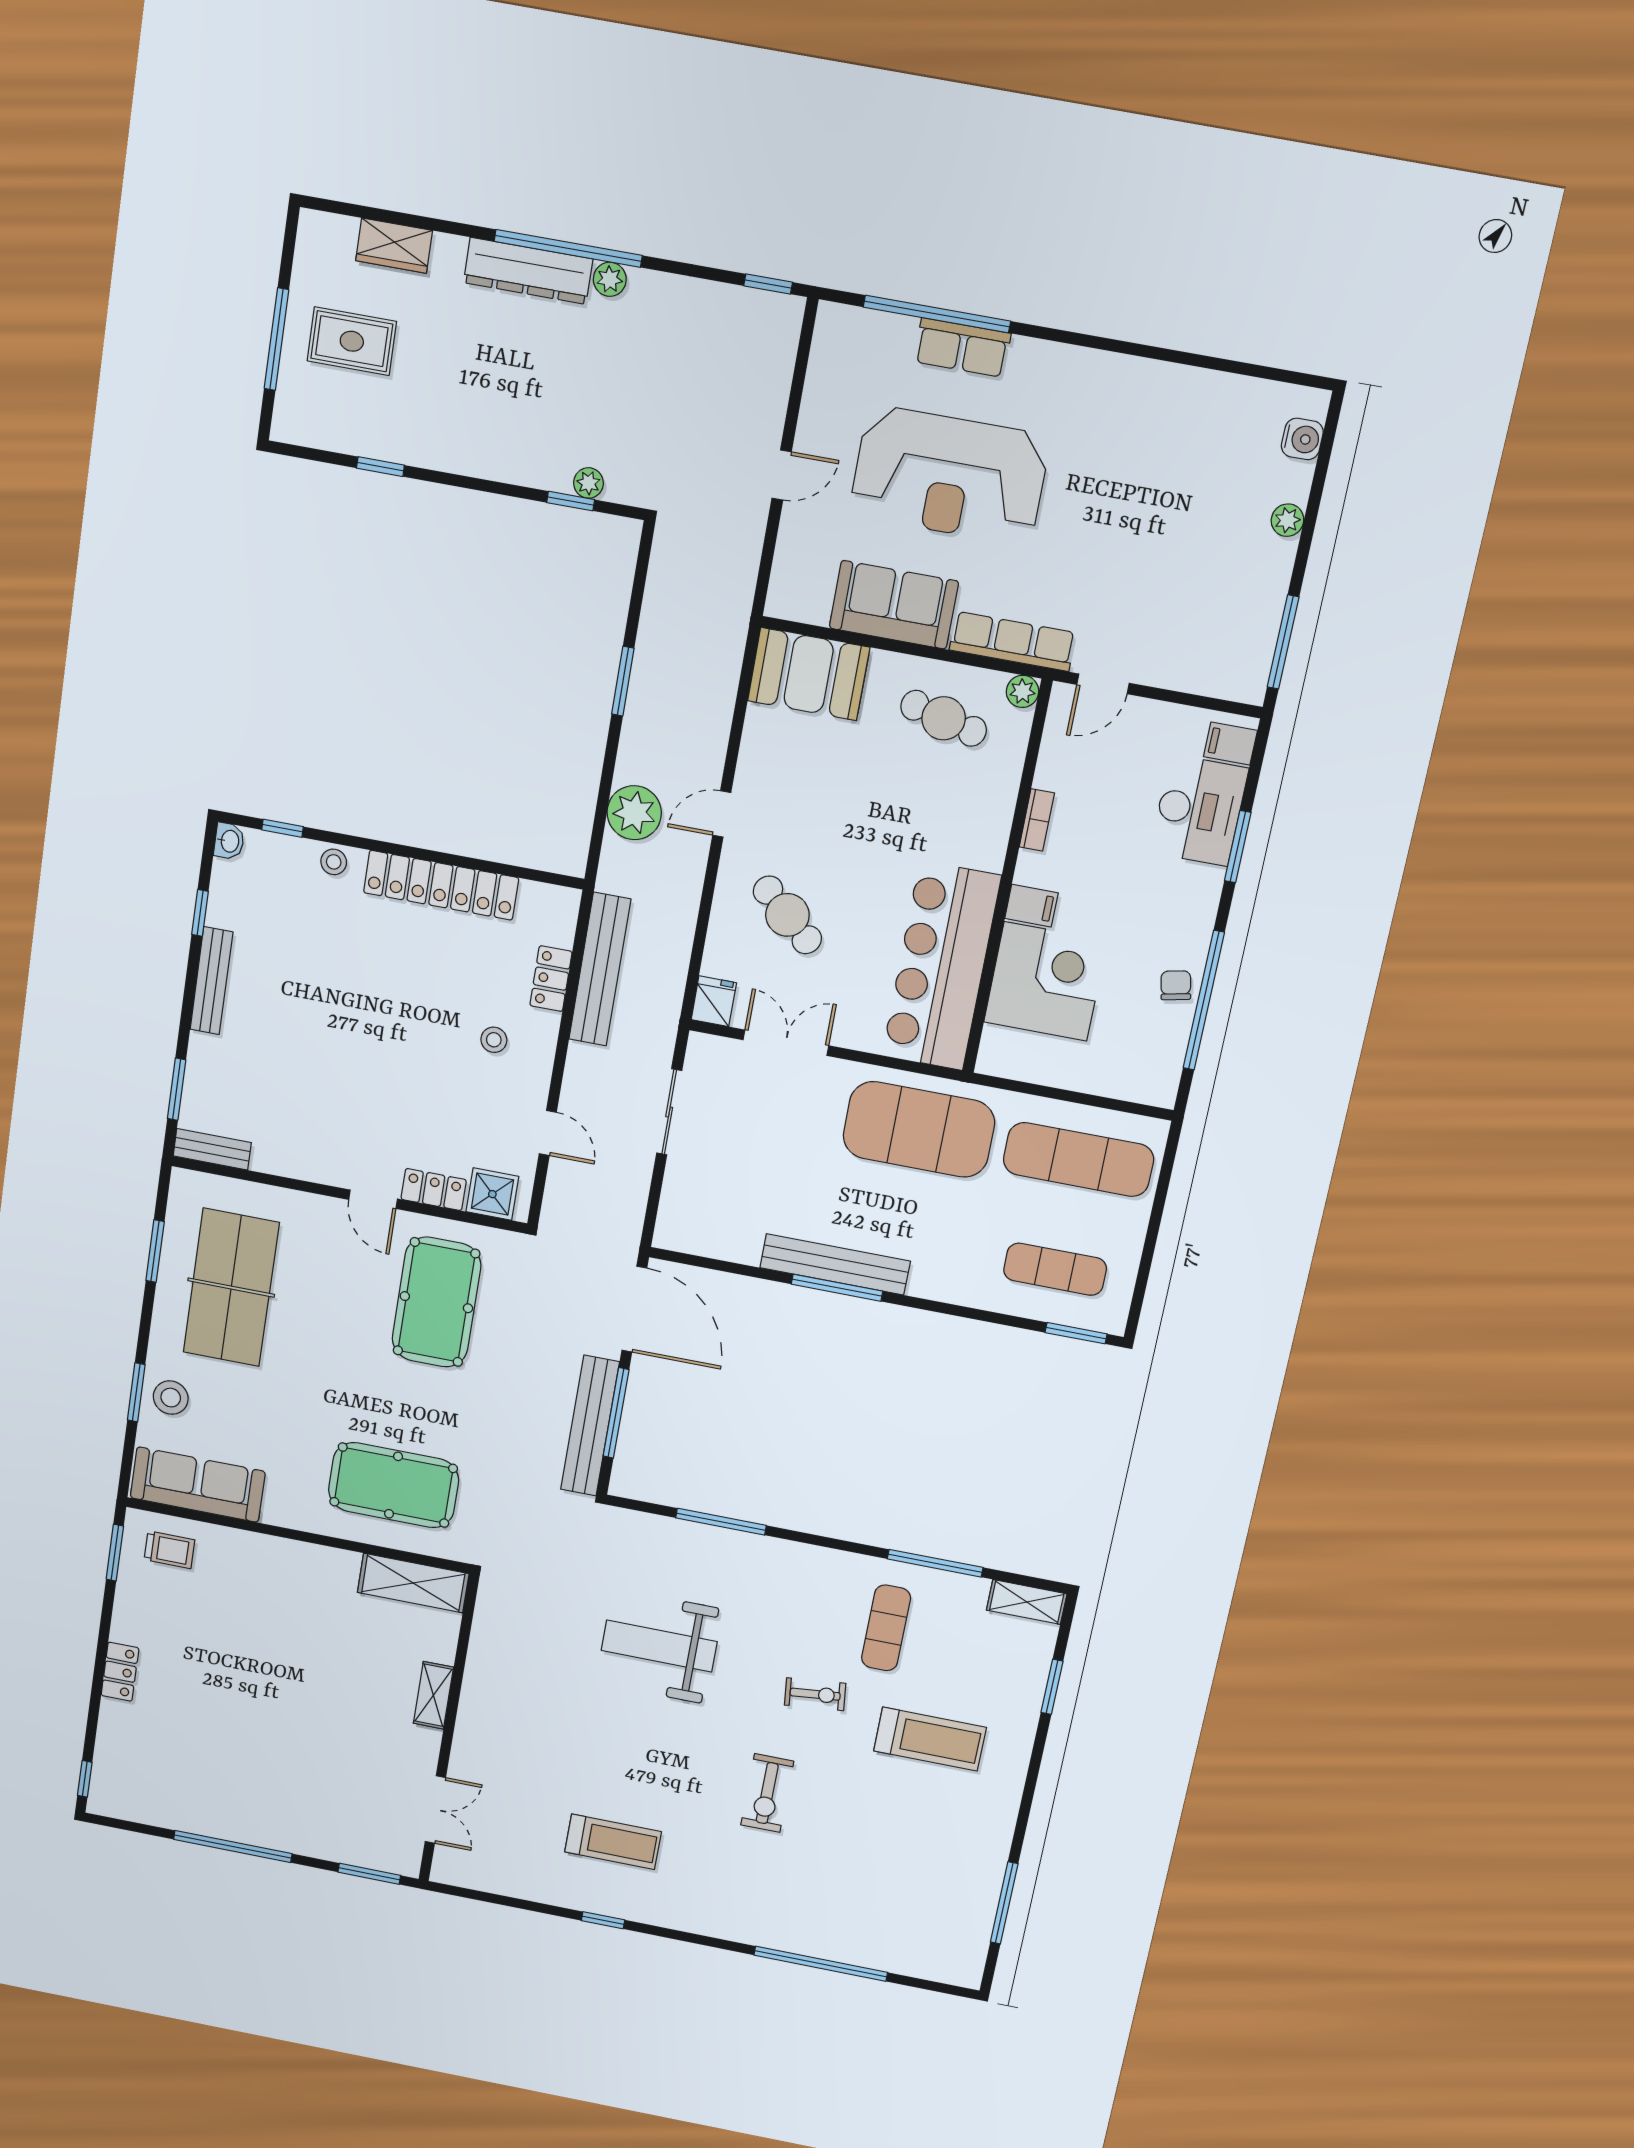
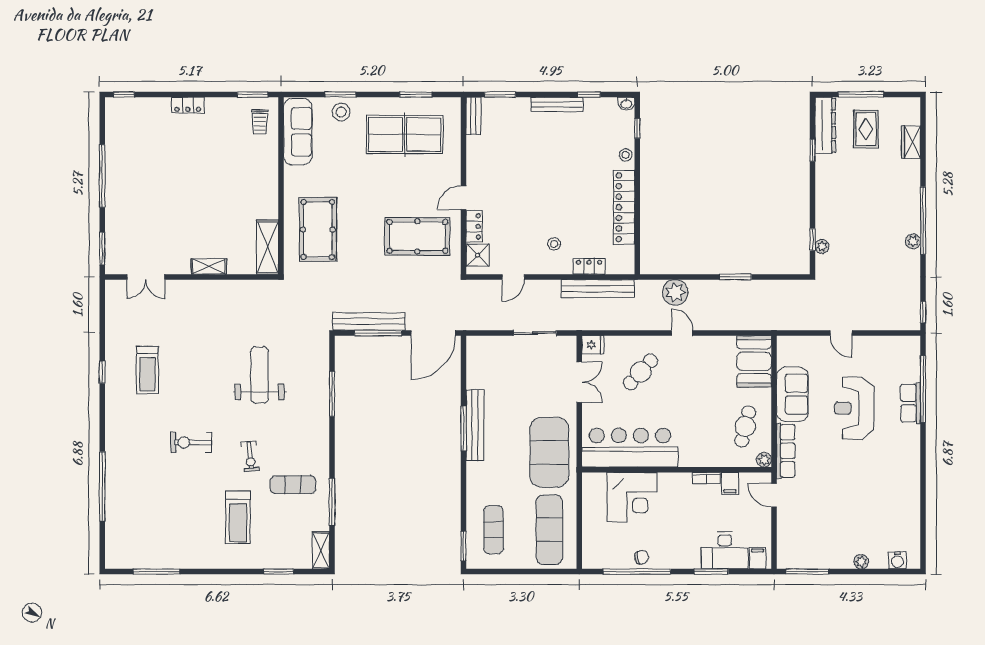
dresser: (528, 271) -> (825, 125), moved, turned 180
reception desk: (949, 475) -> (854, 408), width x0.74, depth x0.77
filing cabinet: (1031, 906) -> (730, 484), moved

